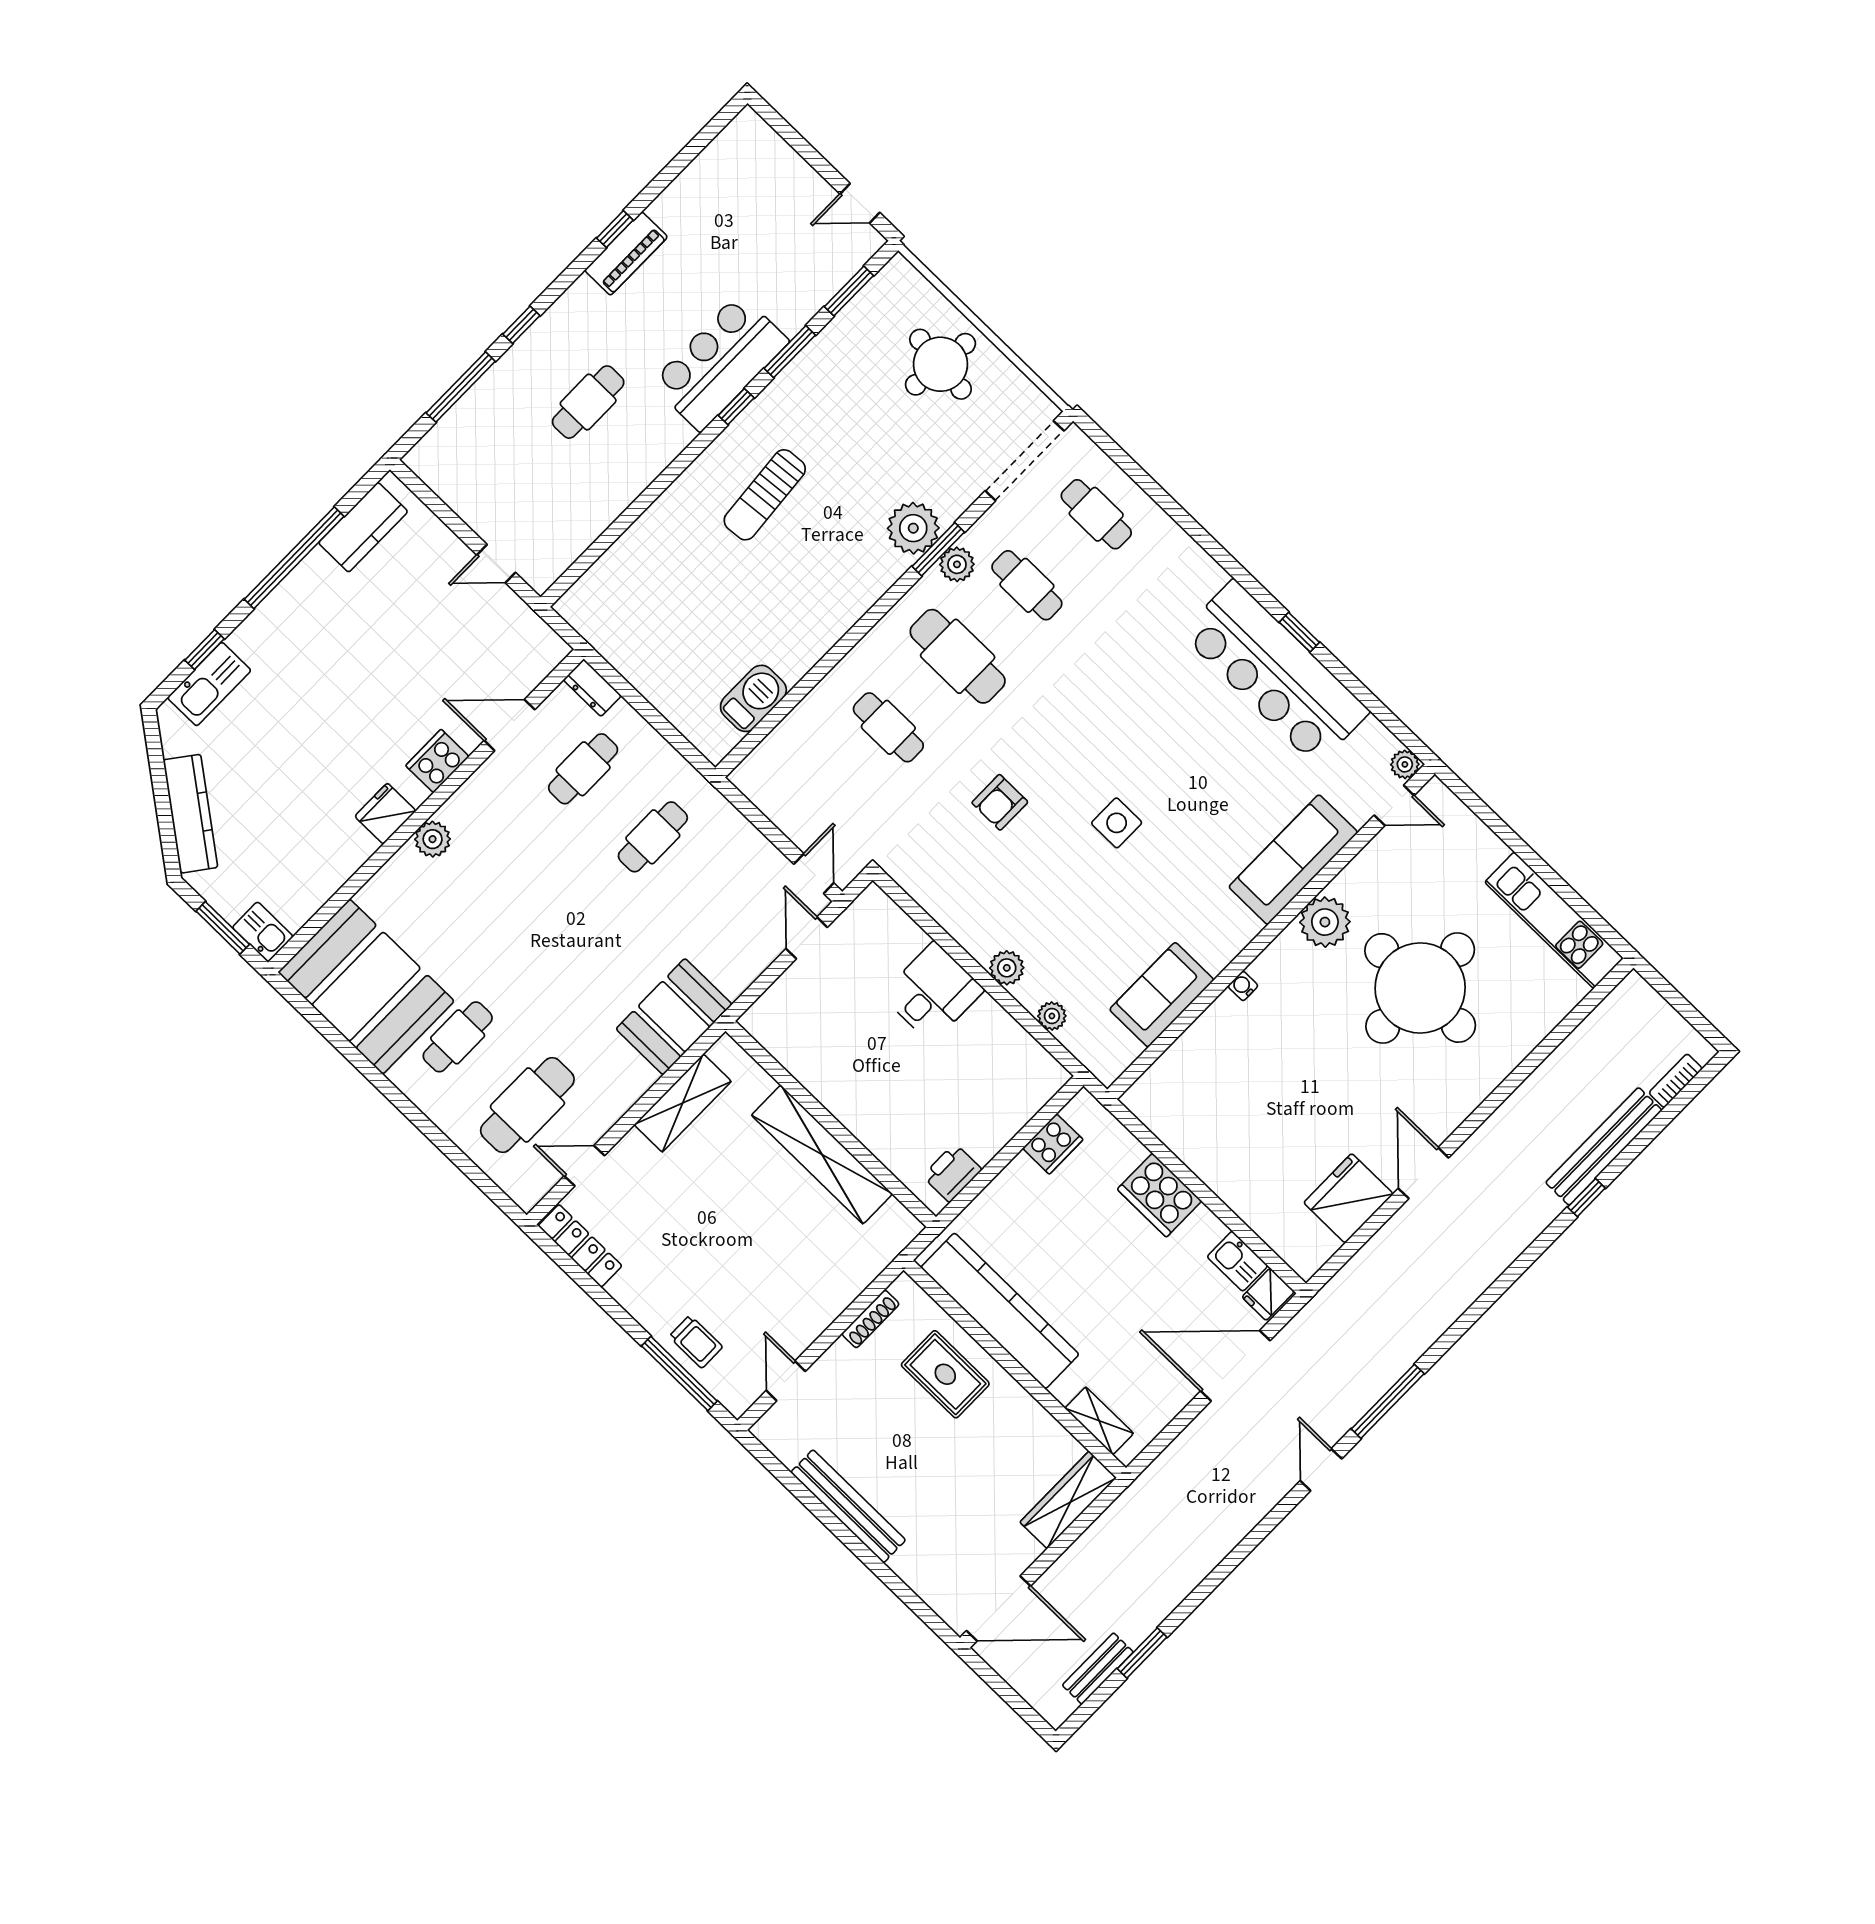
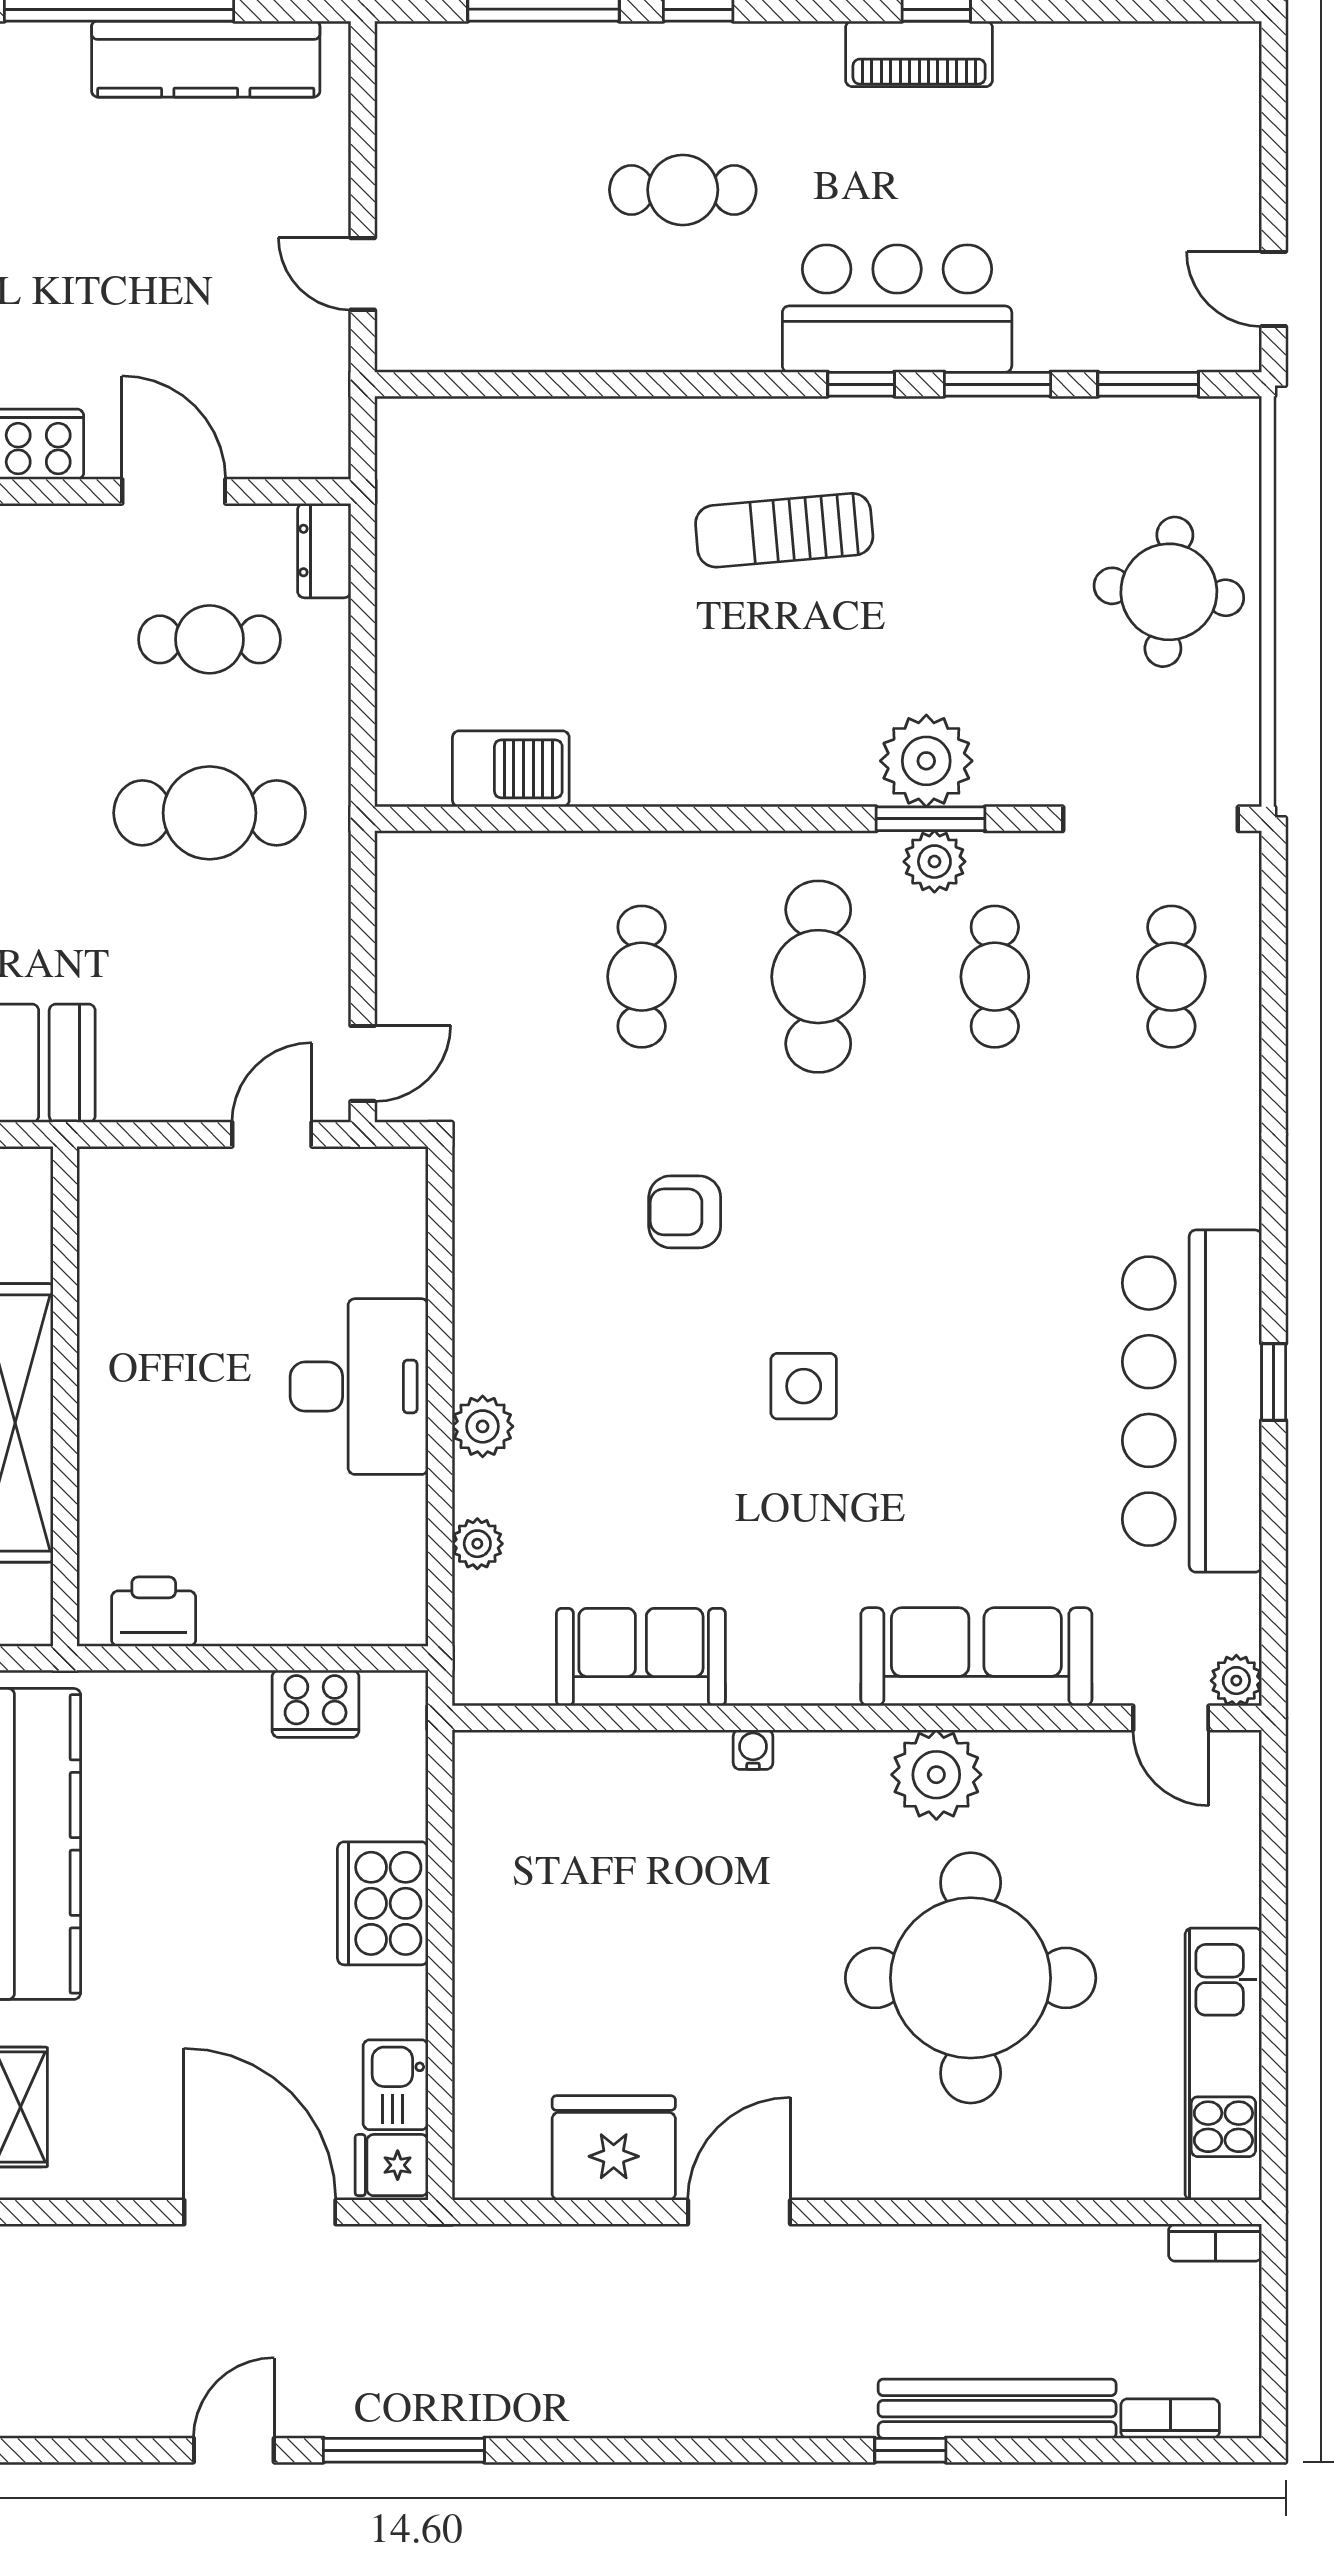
kitchen counter: (363, 527) -> (206, 59), width x1.50
cafe table: (653, 837) -> (210, 813), width x1.37, depth x1.35
desk: (933, 992) -> (359, 1387), width x1.37
bookcase: (1623, 994) -> (1215, 2243), added

